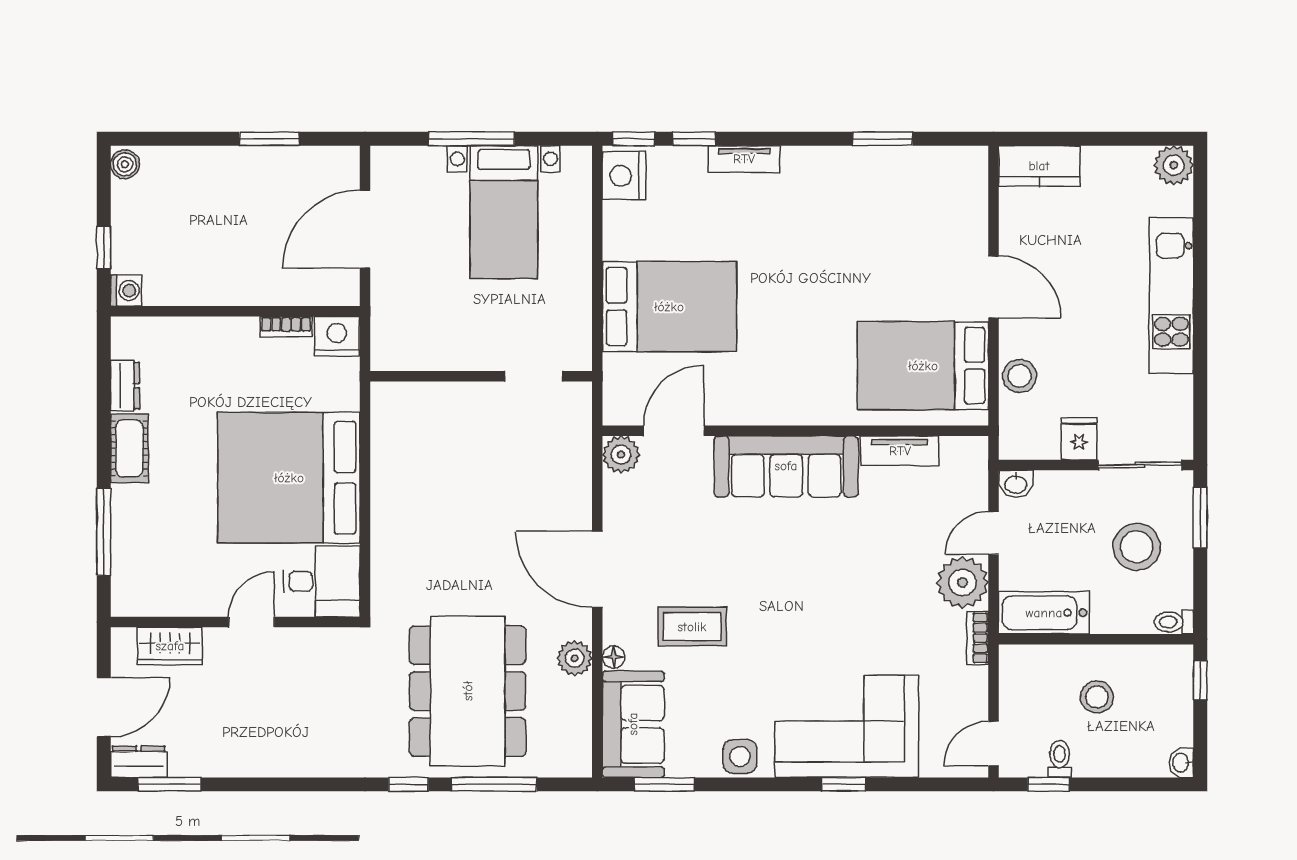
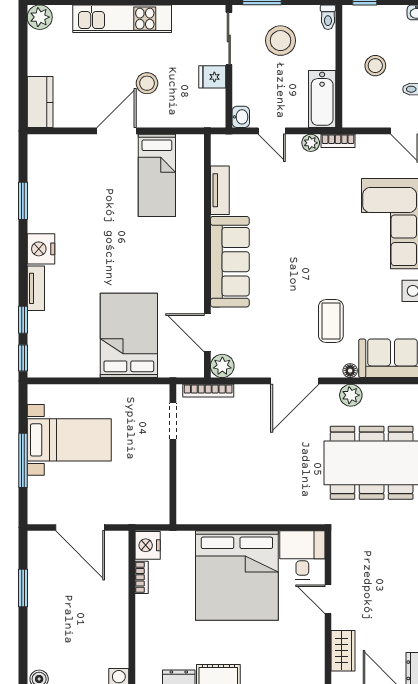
nightstand: (624, 176) -> (41, 249), moved, turned 90
bed: (923, 366) -> (157, 175), width x0.67
stool: (1020, 376) -> (147, 83), moved
bookcase: (582, 432) -> (208, 391), added
plant: (962, 582) -> (311, 143), width x0.53, depth x0.53

